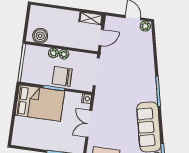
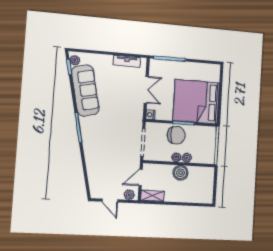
plant: (145, 26) -> (129, 195), moved
boiler: (40, 36) -> (181, 173), moved
bed: (40, 103) -> (196, 102), width x1.36

